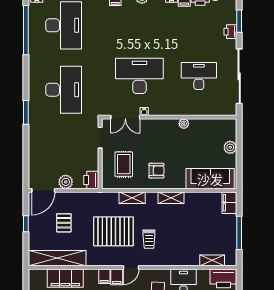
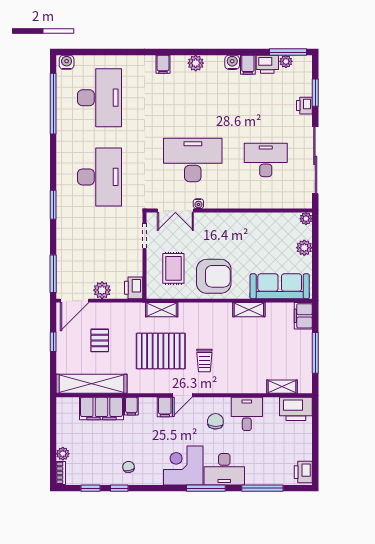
plant: (184, 124) -> (306, 219), moved
window: (26, 169) -> (53, 274), added
armchair: (157, 171) -> (214, 276), width x1.88, depth x1.88
shelving: (132, 198) -> (162, 310), moved
shelving: (171, 198) -> (249, 310), moved
filing cabinet: (104, 276) -> (131, 406), moved

